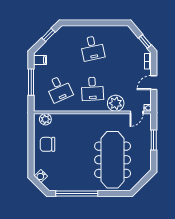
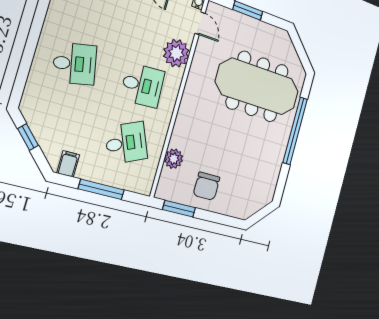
plant: (45, 119) -> (174, 159), moved
window: (31, 131) -> (179, 209), added
water cooler: (41, 176) -> (249, 209), removed
window: (77, 194) -> (295, 131), moved

